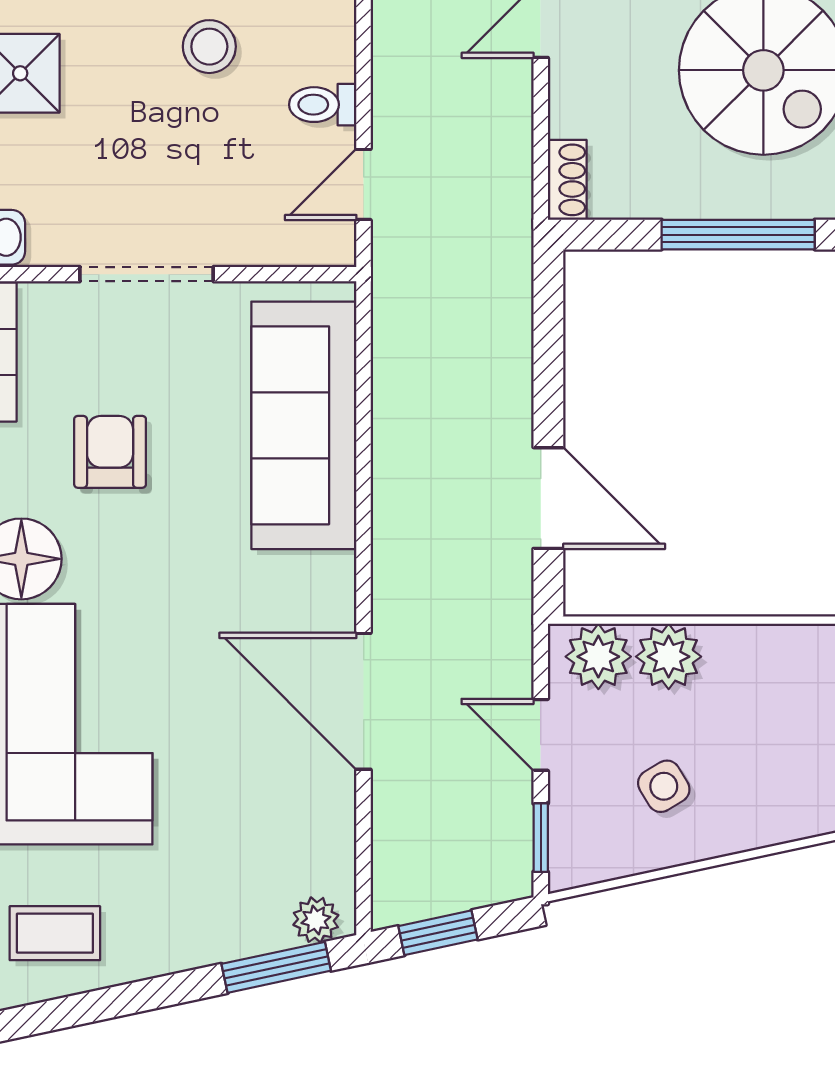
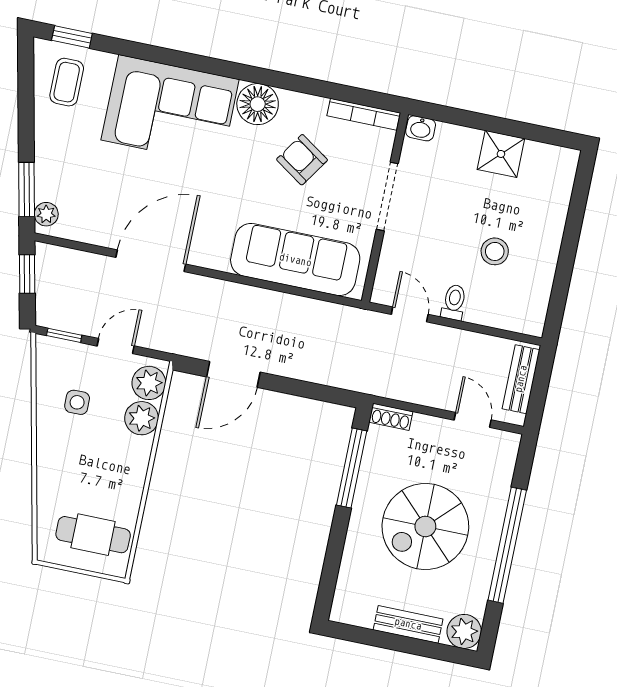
window: (738, 235) -> (352, 468), moved
armchair: (110, 452) -> (302, 160), turned -146
side table: (664, 786) -> (77, 402), turned 30

